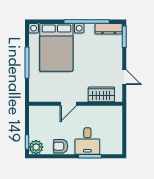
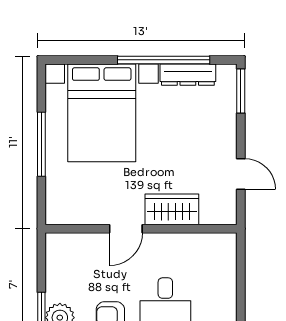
dresser: (109, 29) -> (188, 75), moved
wardrobe: (101, 94) -> (172, 209), moved

